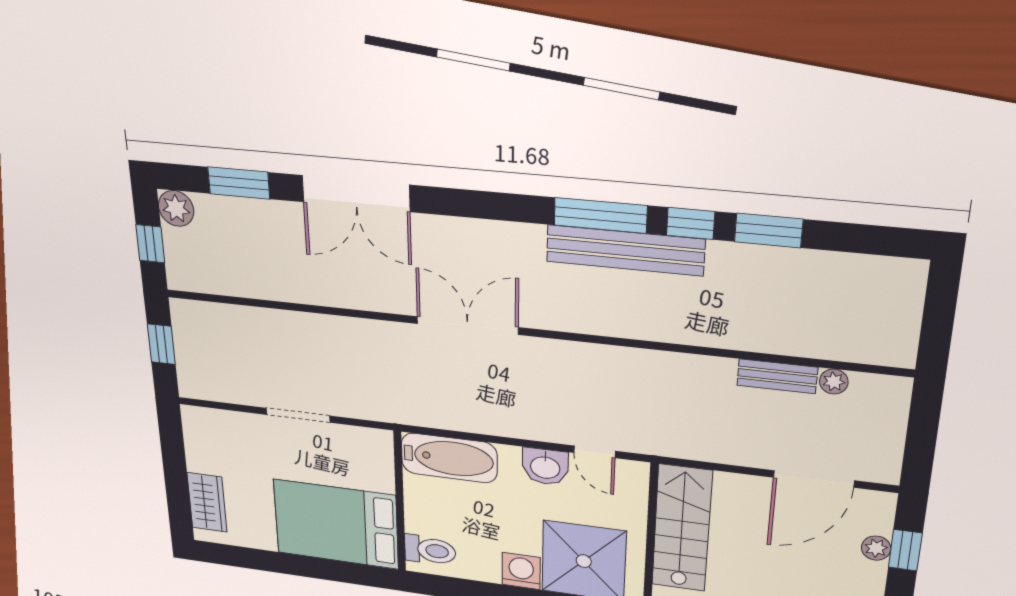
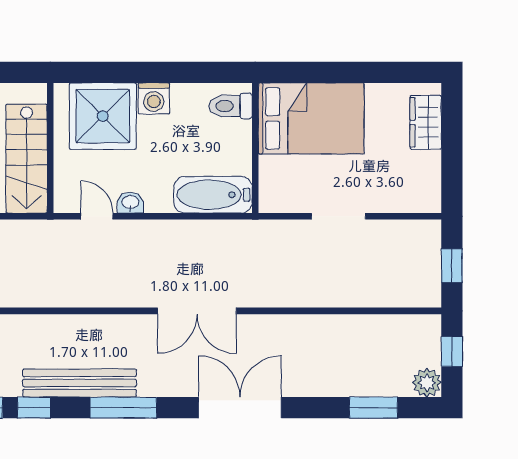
double door: (356, 194) -> (240, 408), moved
window: (600, 215) -> (123, 408), moved
washbasin: (545, 467) -> (130, 203), width x0.72, depth x0.69

